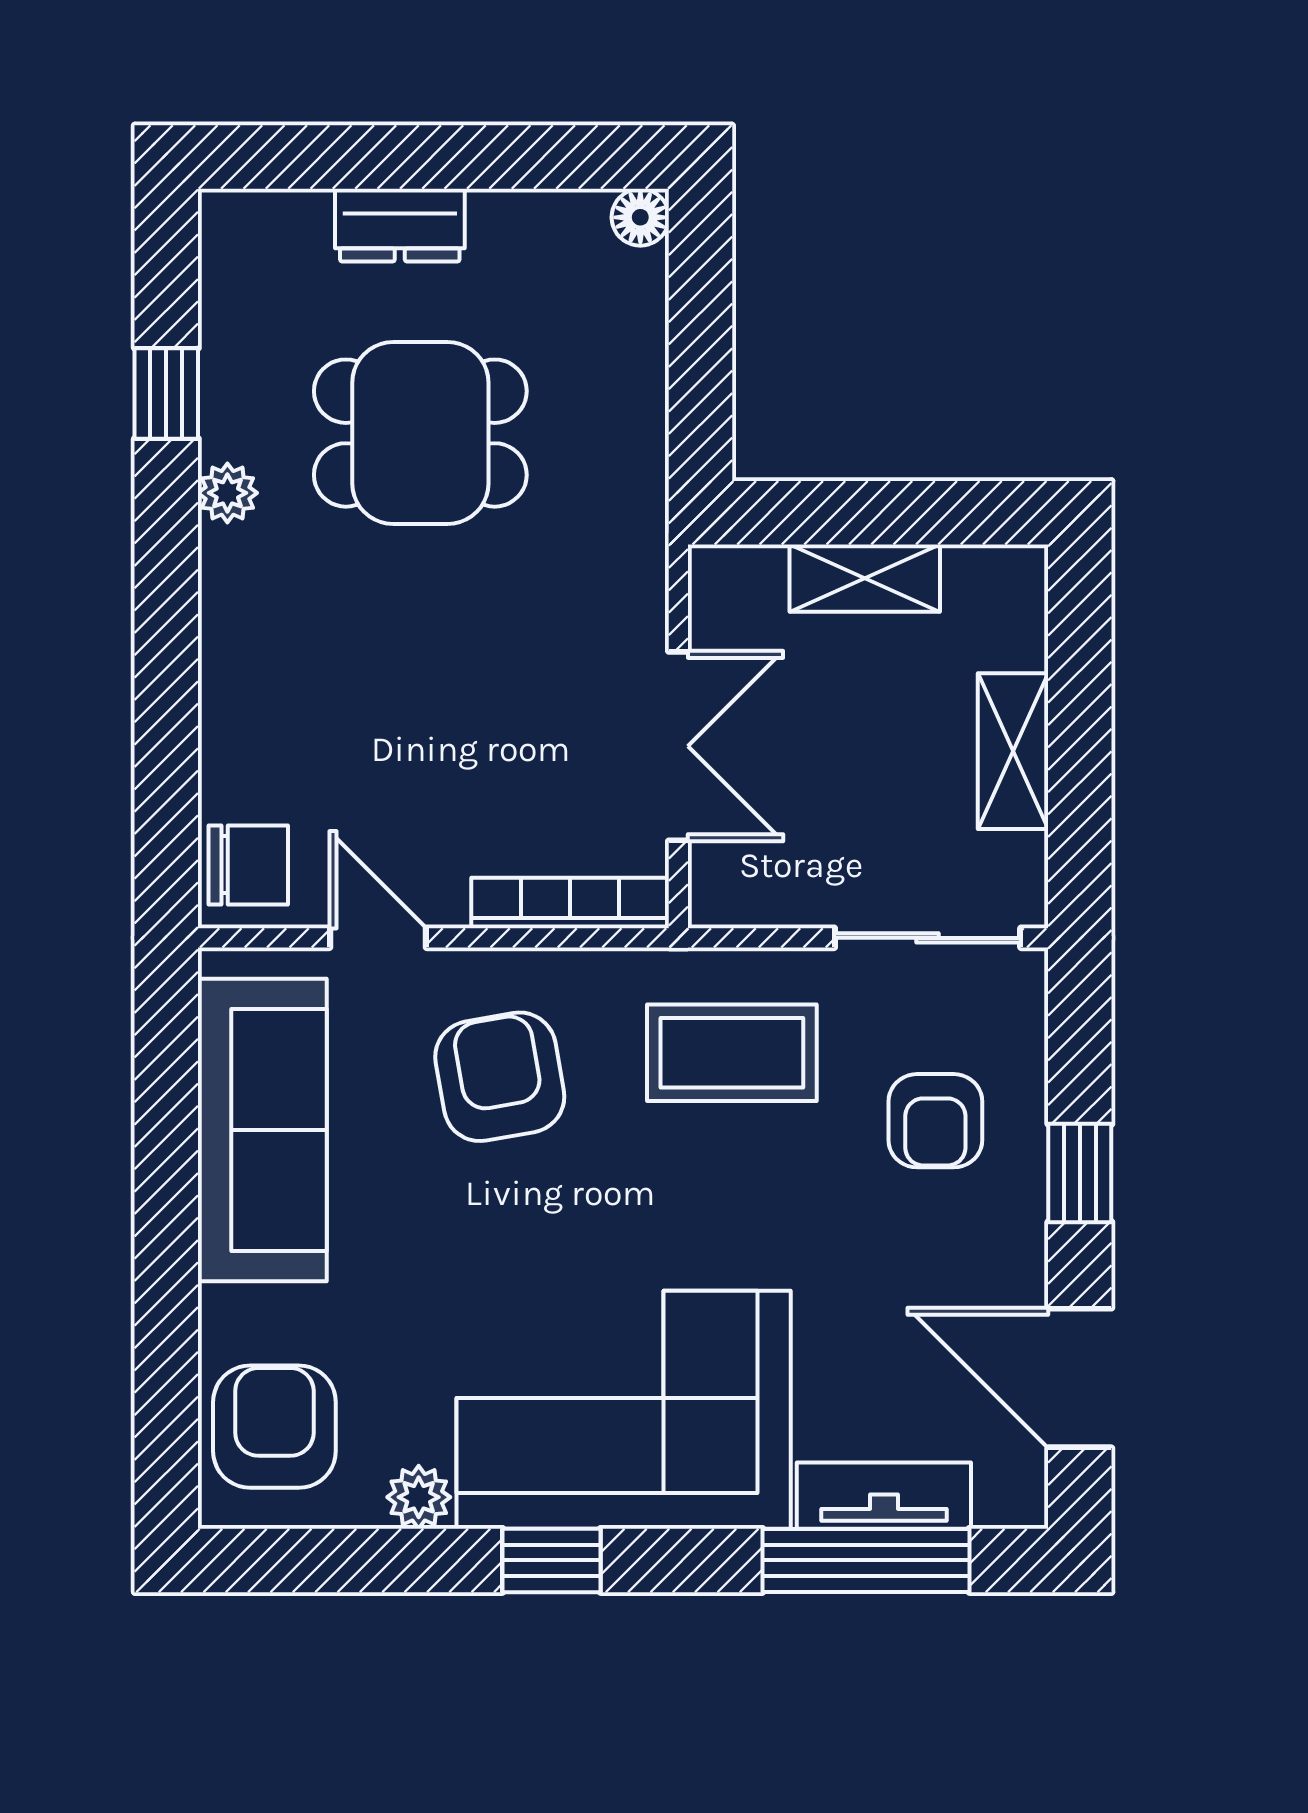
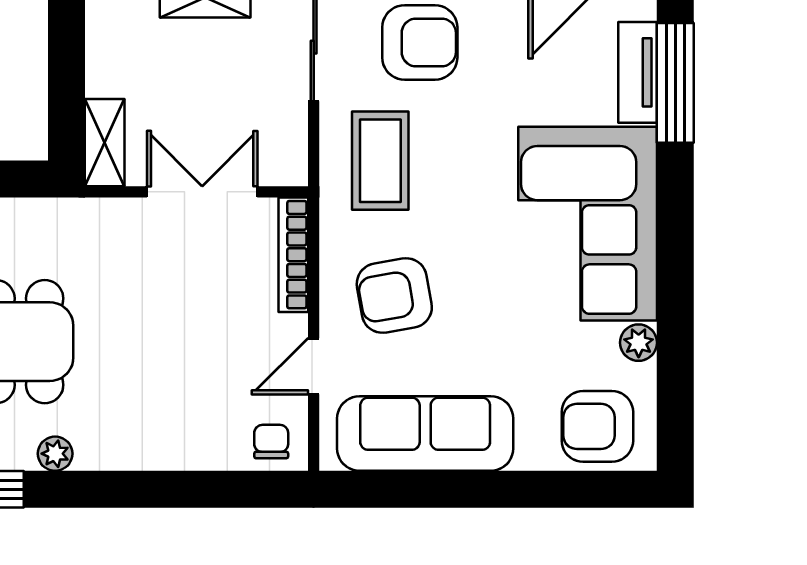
shelving: (865, 578) -> (105, 143), moved
chair: (248, 865) -> (271, 442), width x0.73, depth x0.73
armchair: (935, 1121) -> (420, 42), width x1.38, depth x1.38
window: (552, 1560) -> (675, 265), removed

